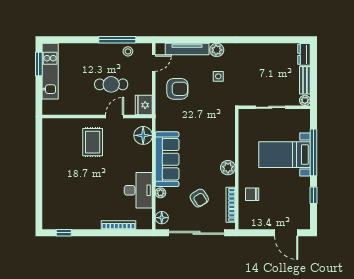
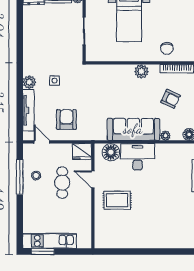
stool: (128, 51) -> (36, 176), moved
desk: (138, 190) -> (138, 157), moved
armchair: (199, 198) -> (170, 99), turned 57

